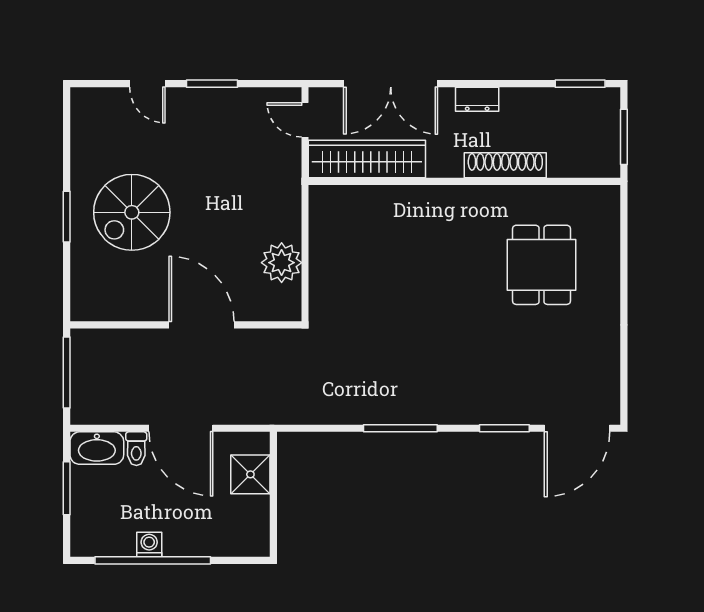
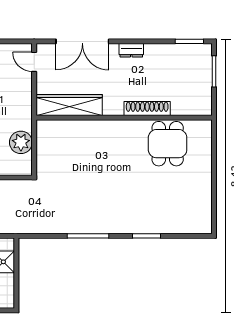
wardrobe: (367, 159) -> (69, 105), moved
shoe rack: (505, 165) -> (147, 108), moved
wall: (464, 181) -> (124, 118), moved
door: (577, 428) -> (188, 236), removed

